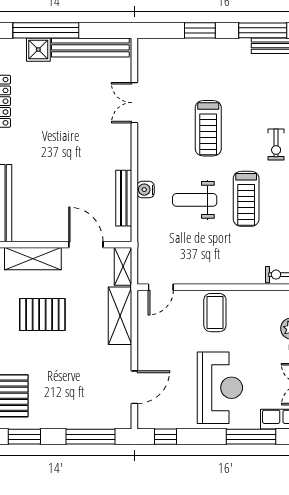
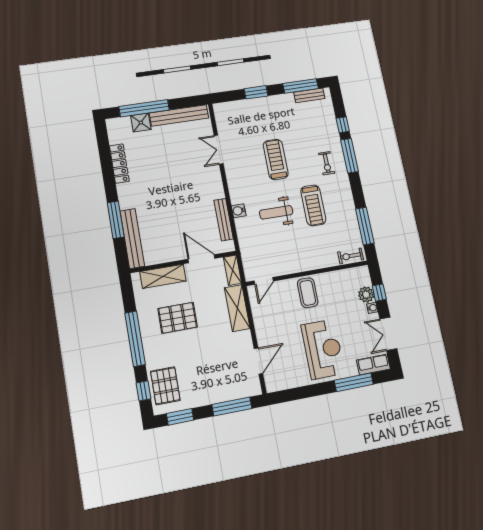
treadmill: (208, 128) -> (276, 159), turned 180
window: (165, 437) -> (290, 395), removed

